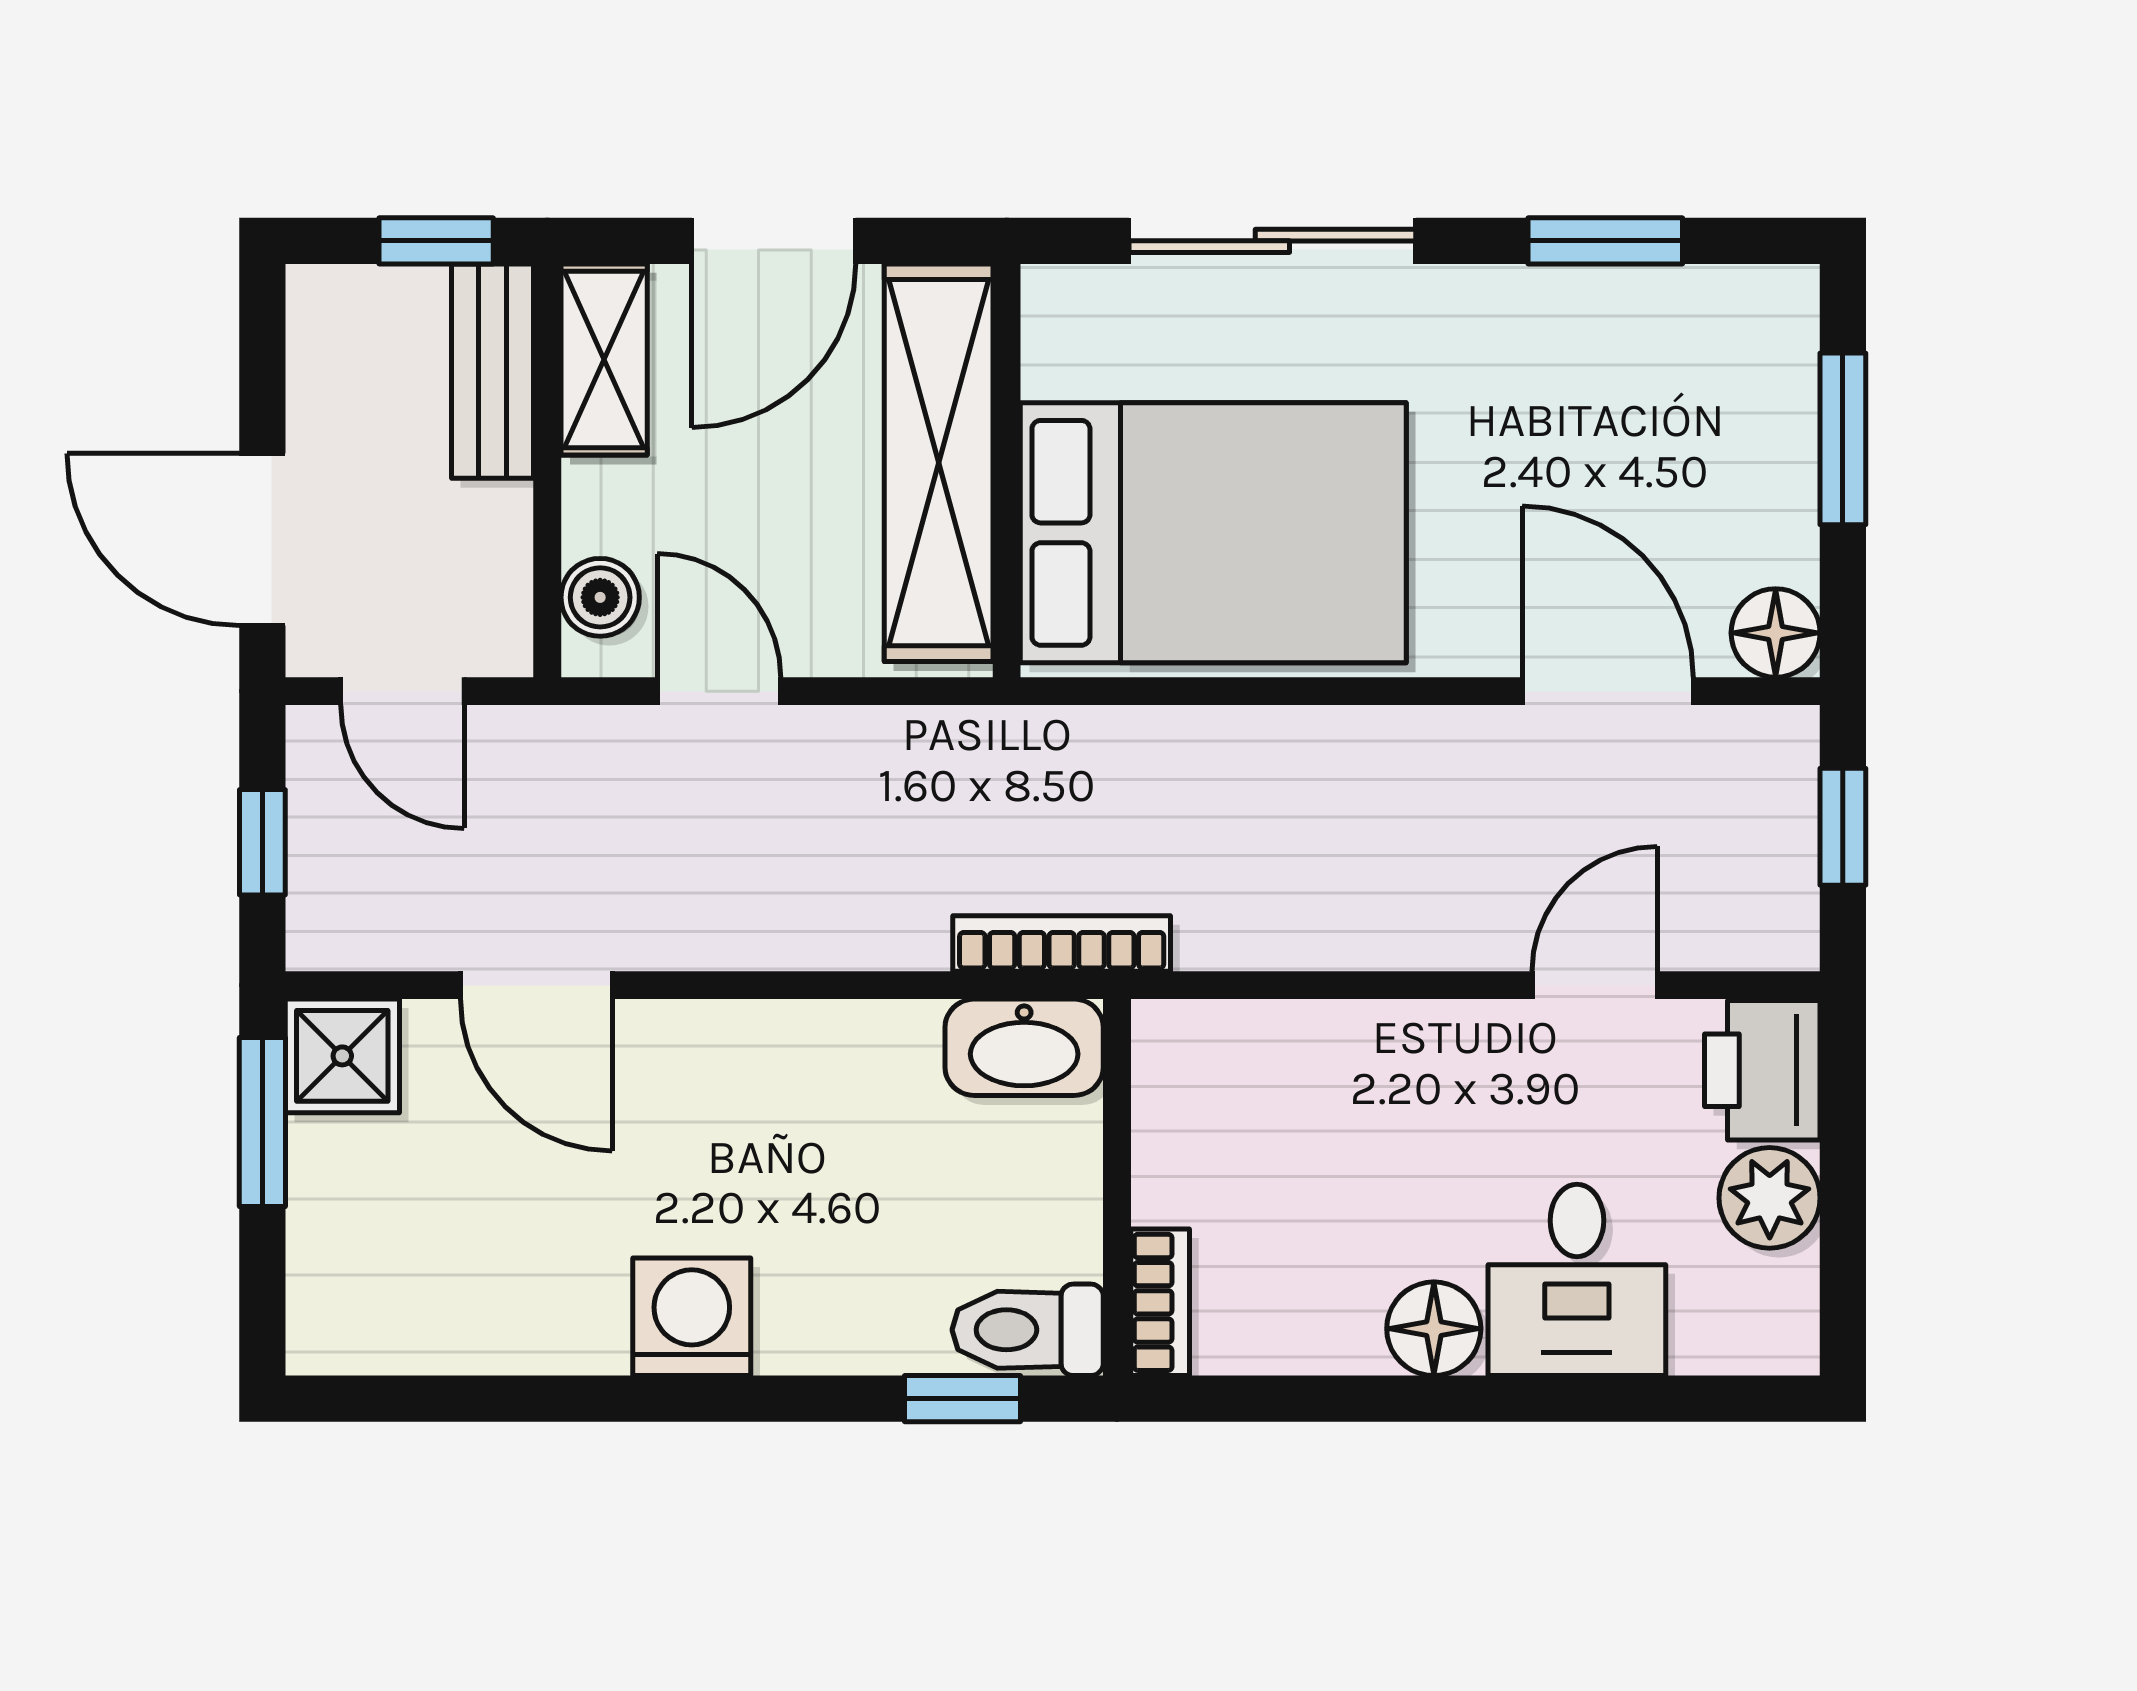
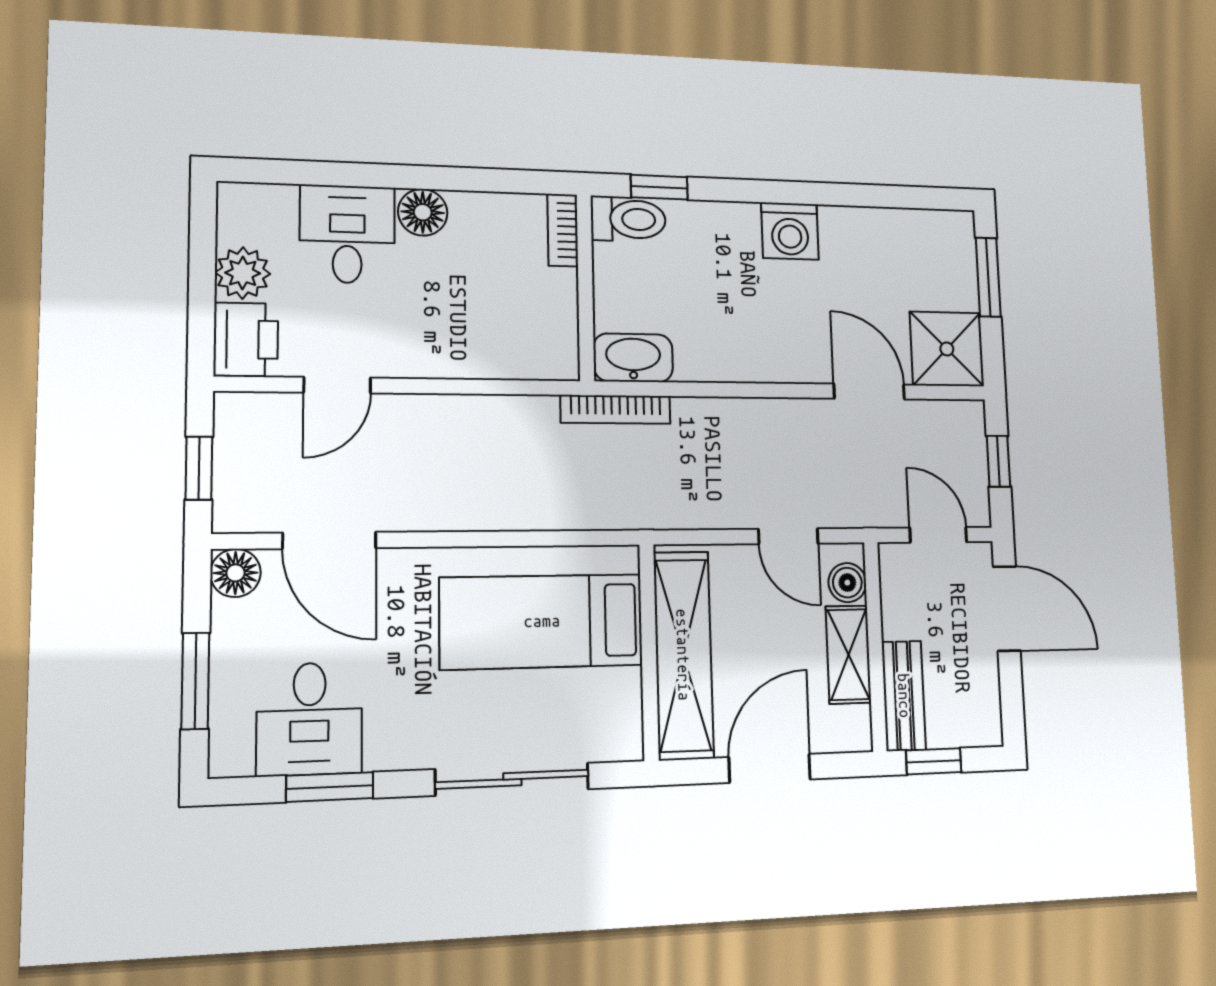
shelving: (604, 359) -> (848, 655), moved
desk: (1642, 365) -> (309, 719), added
bed: (1213, 533) -> (542, 621), width x0.67
shower: (342, 1056) -> (947, 349), width x1.36, depth x1.36
window: (262, 1122) -> (988, 277), moved

